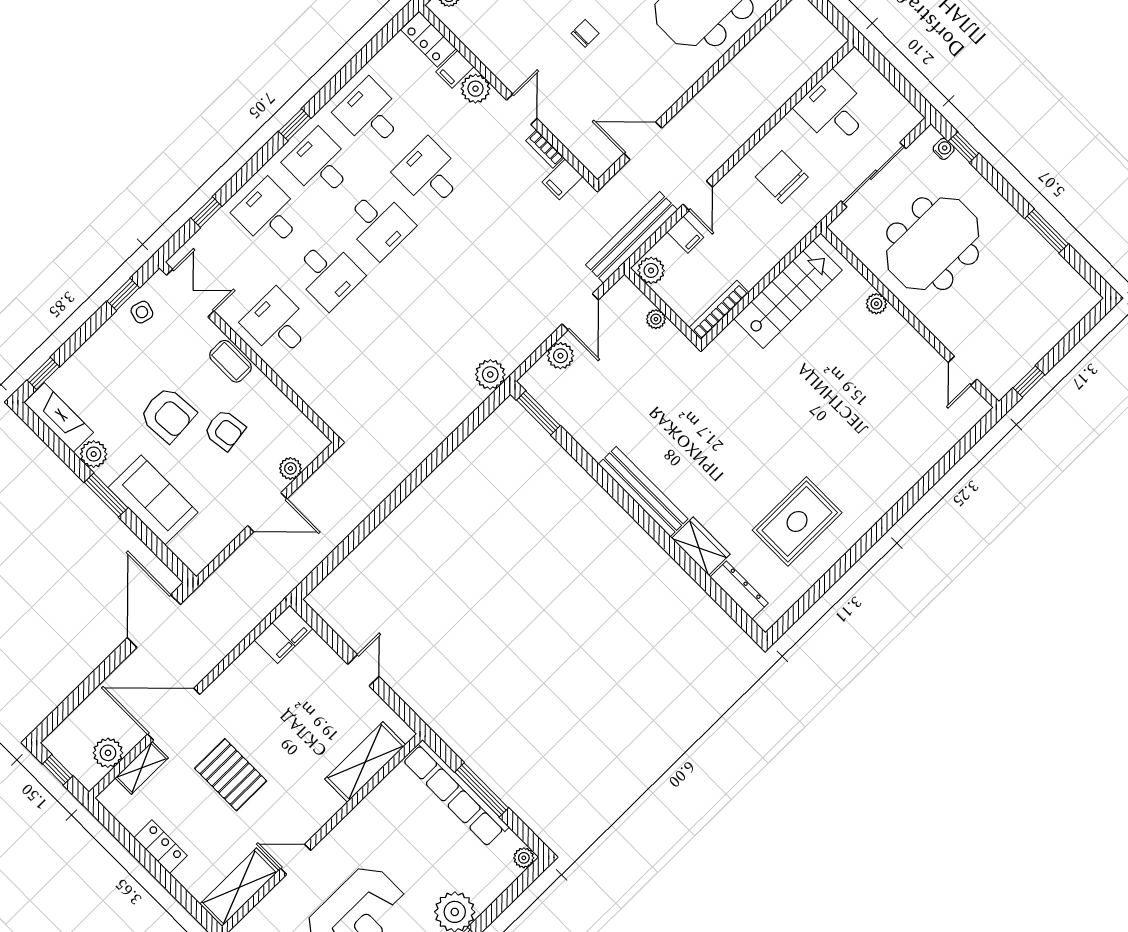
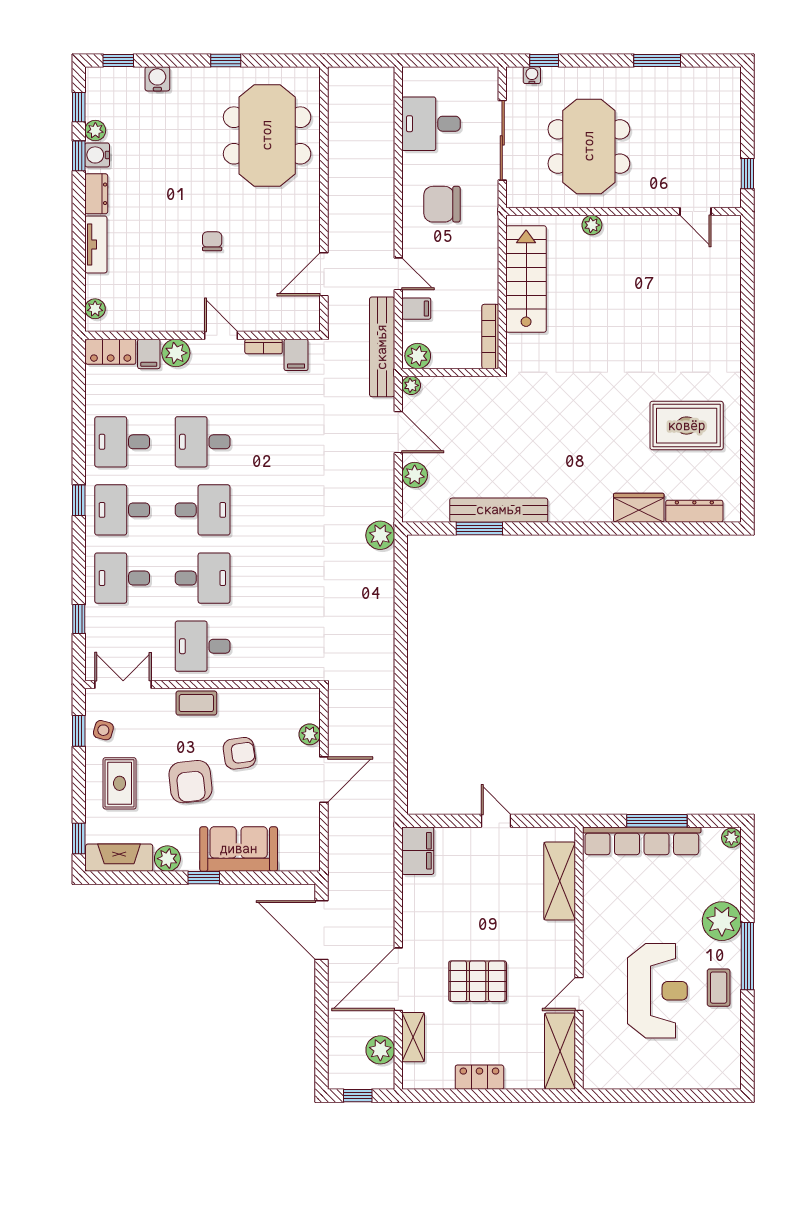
plant: (656, 319) -> (411, 385), moved
rug: (114, 363) -> (120, 783), added
window: (538, 413) -> (479, 528), moved
armchair: (168, 415) -> (190, 782), turned 88
bench: (643, 492) -> (499, 510), moved
window: (106, 495) -> (204, 878), width x0.67
rug: (797, 521) -> (687, 426), turned 90

